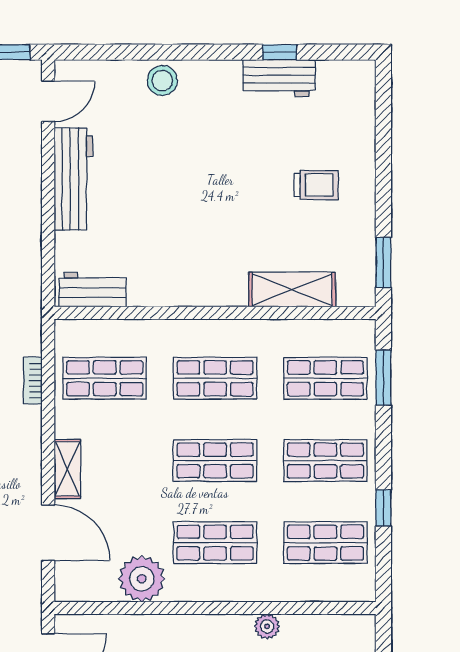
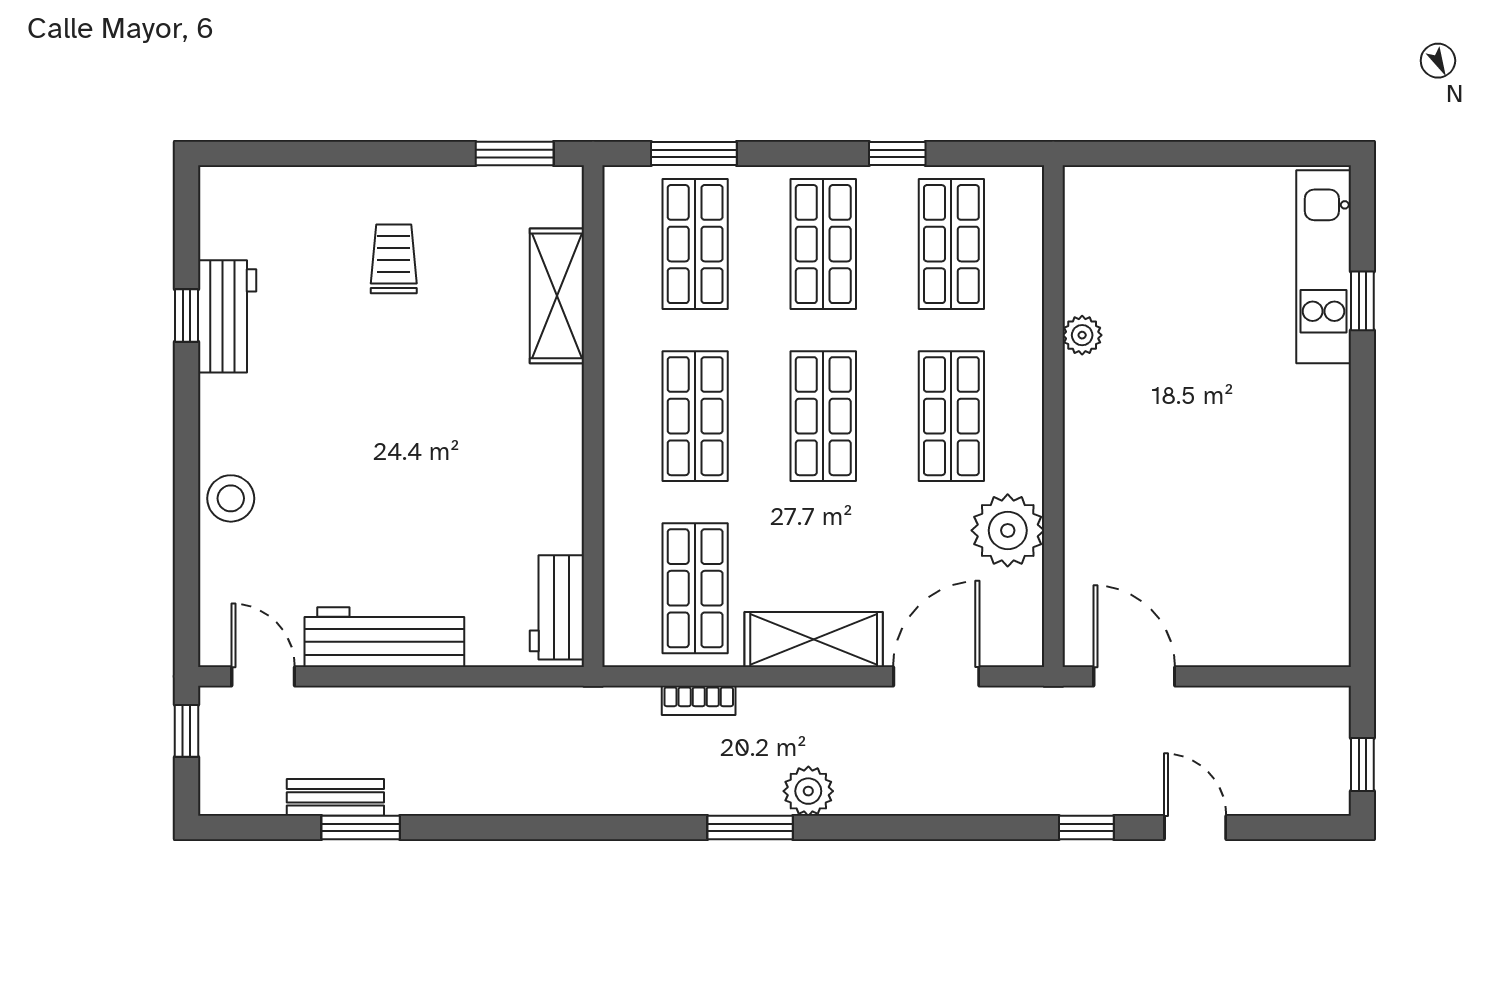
shelving: (67, 469) -> (814, 640), width x1.50, depth x1.33

